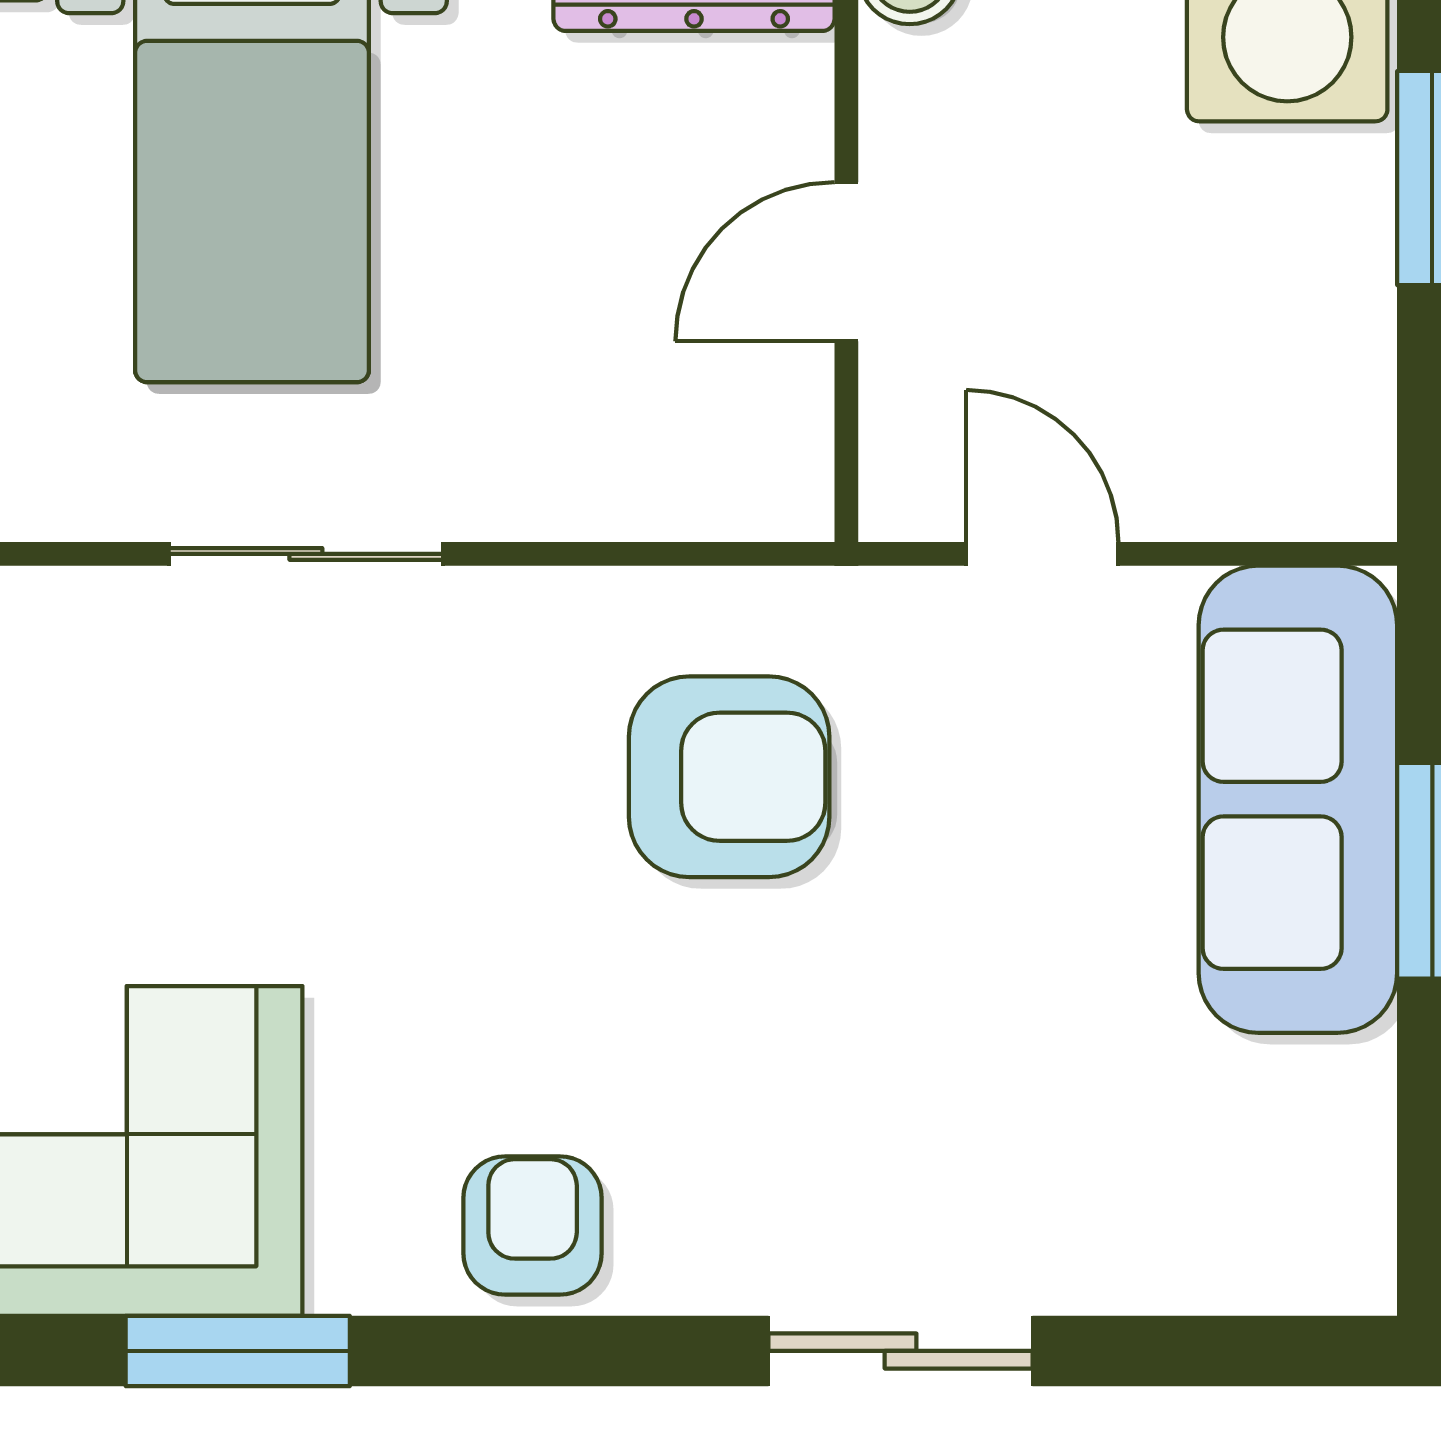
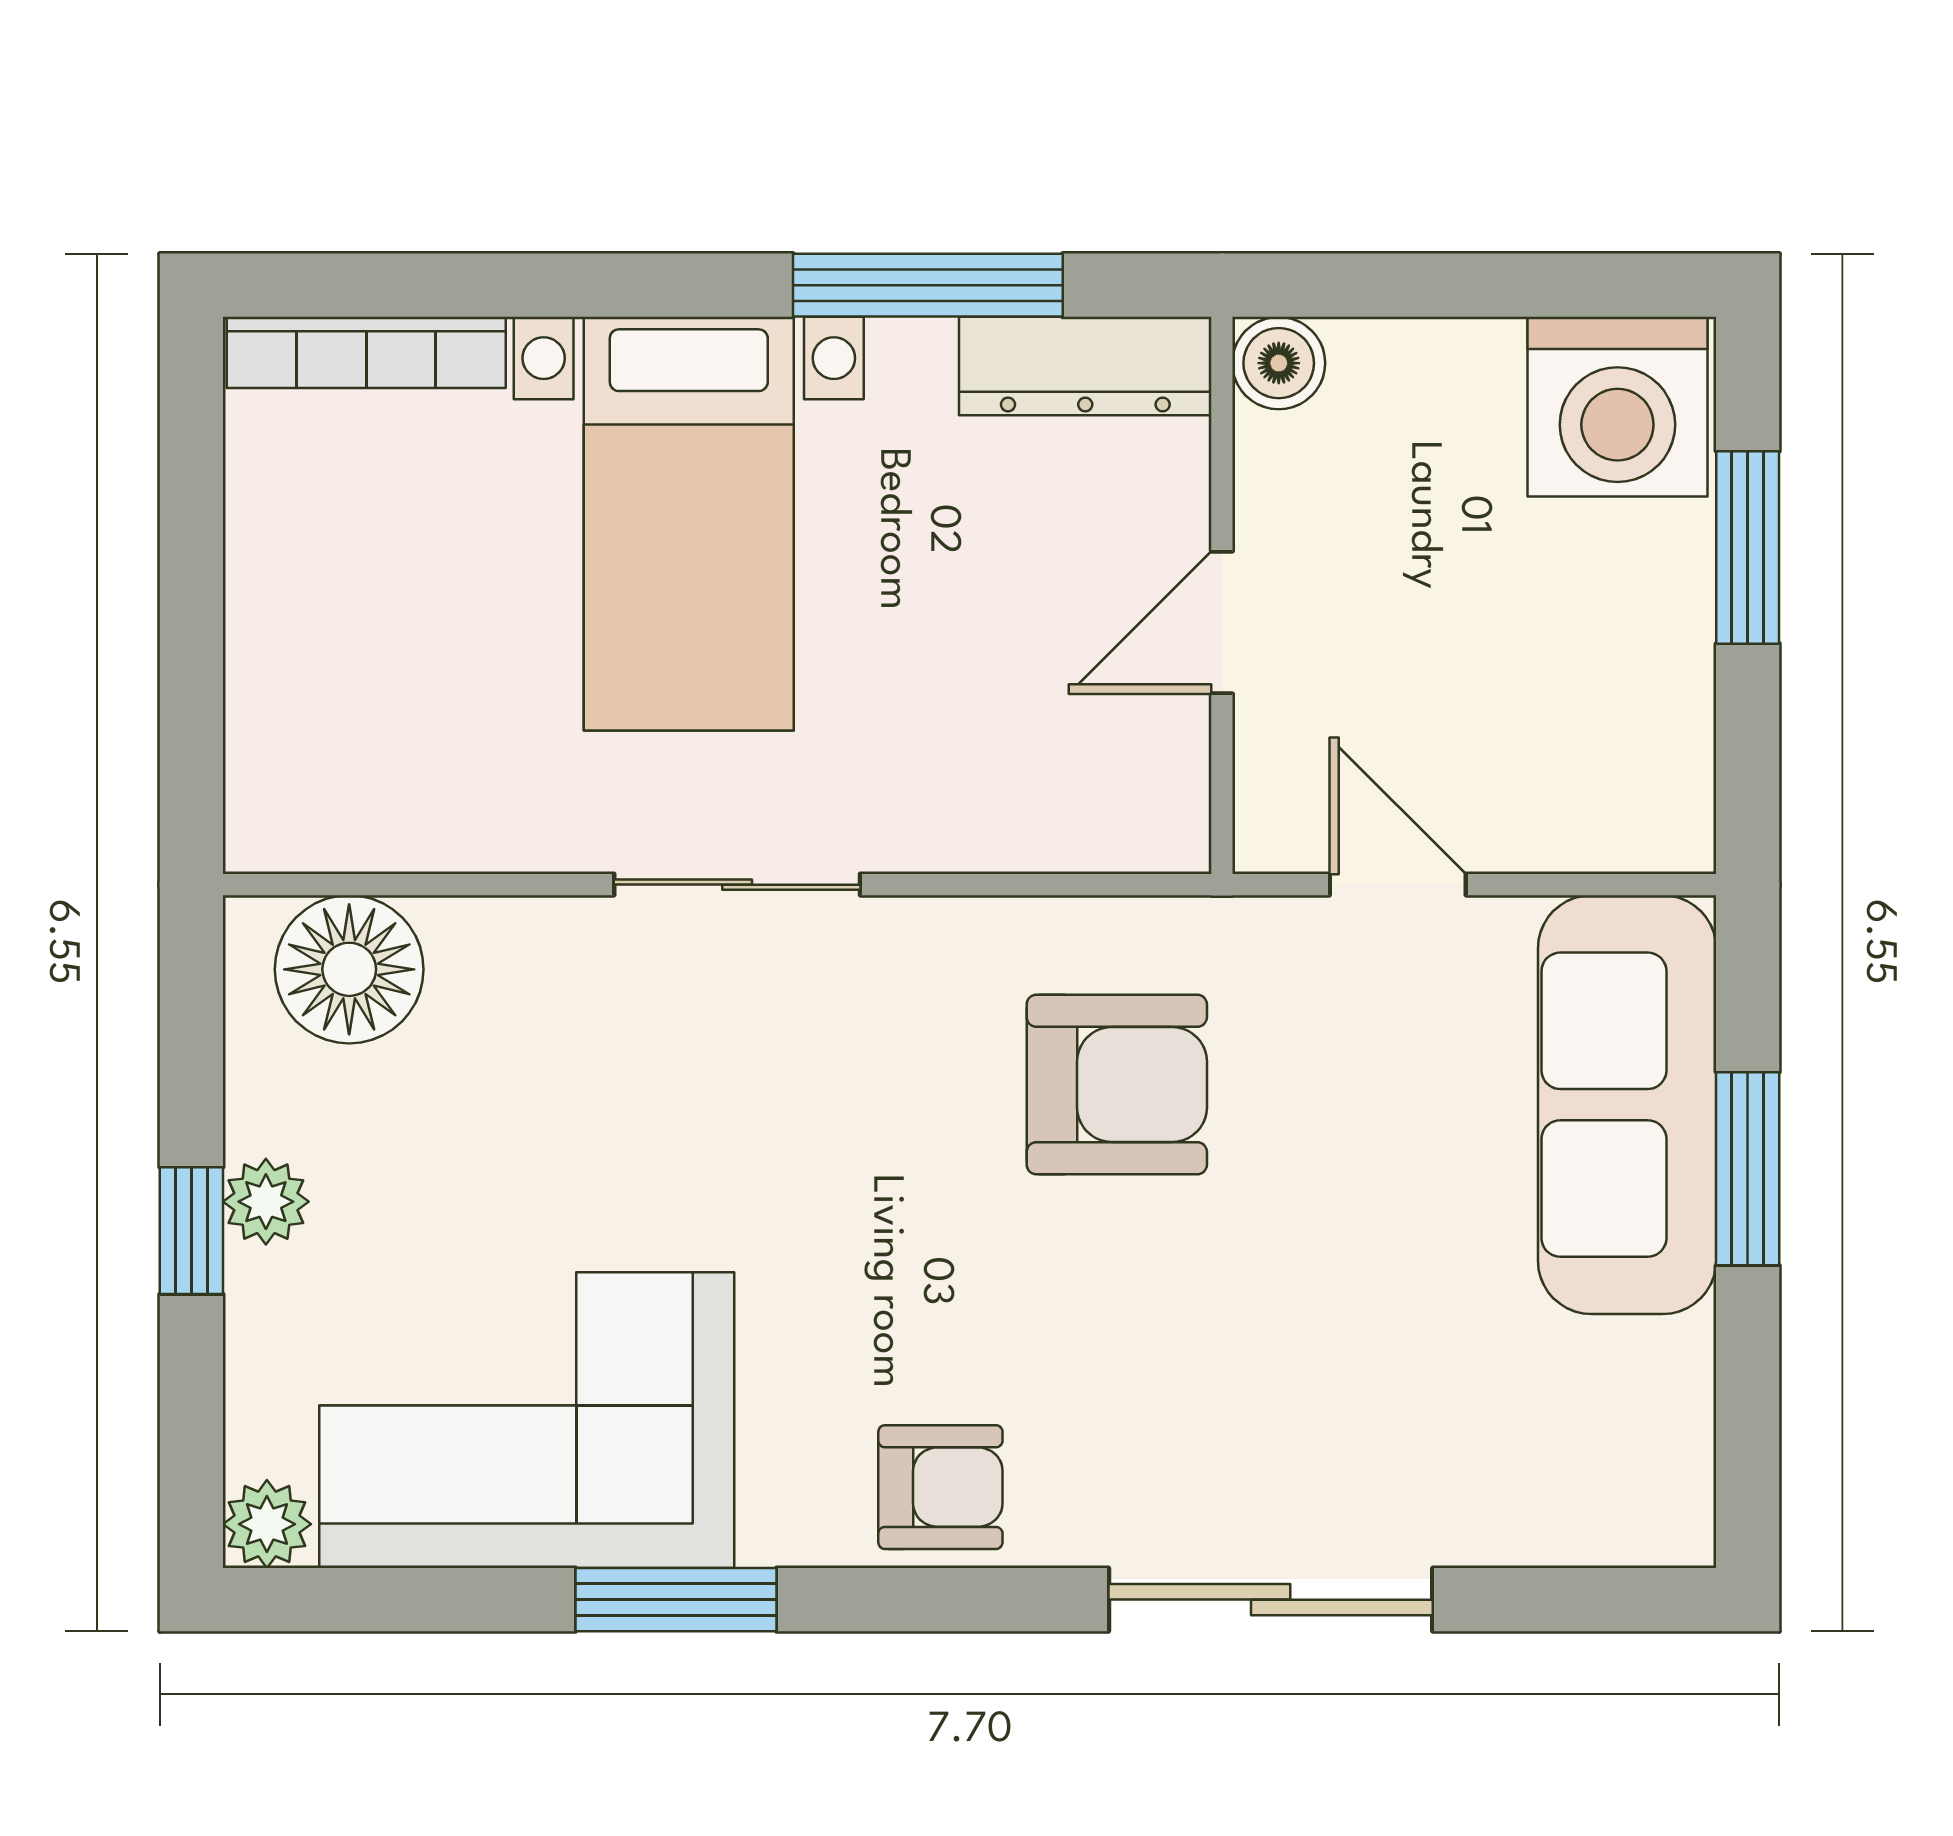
armchair: (533, 1226) -> (940, 1487), turned 90
sliding door: (901, 1351) -> (1271, 1600), width x1.37

